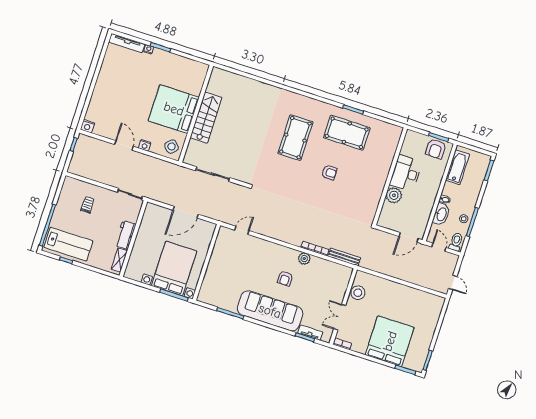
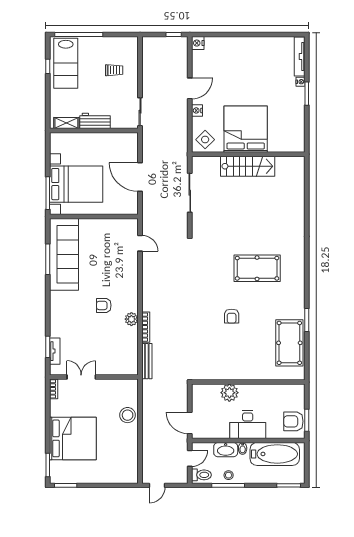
pool table: (347, 133) -> (289, 343), moved
bathtub: (458, 167) -> (275, 454), width x1.36, depth x1.36
desk: (406, 173) -> (248, 425), moved, turned 180
stool: (358, 293) -> (128, 415), moved
sofa: (270, 311) -> (64, 254), moved

